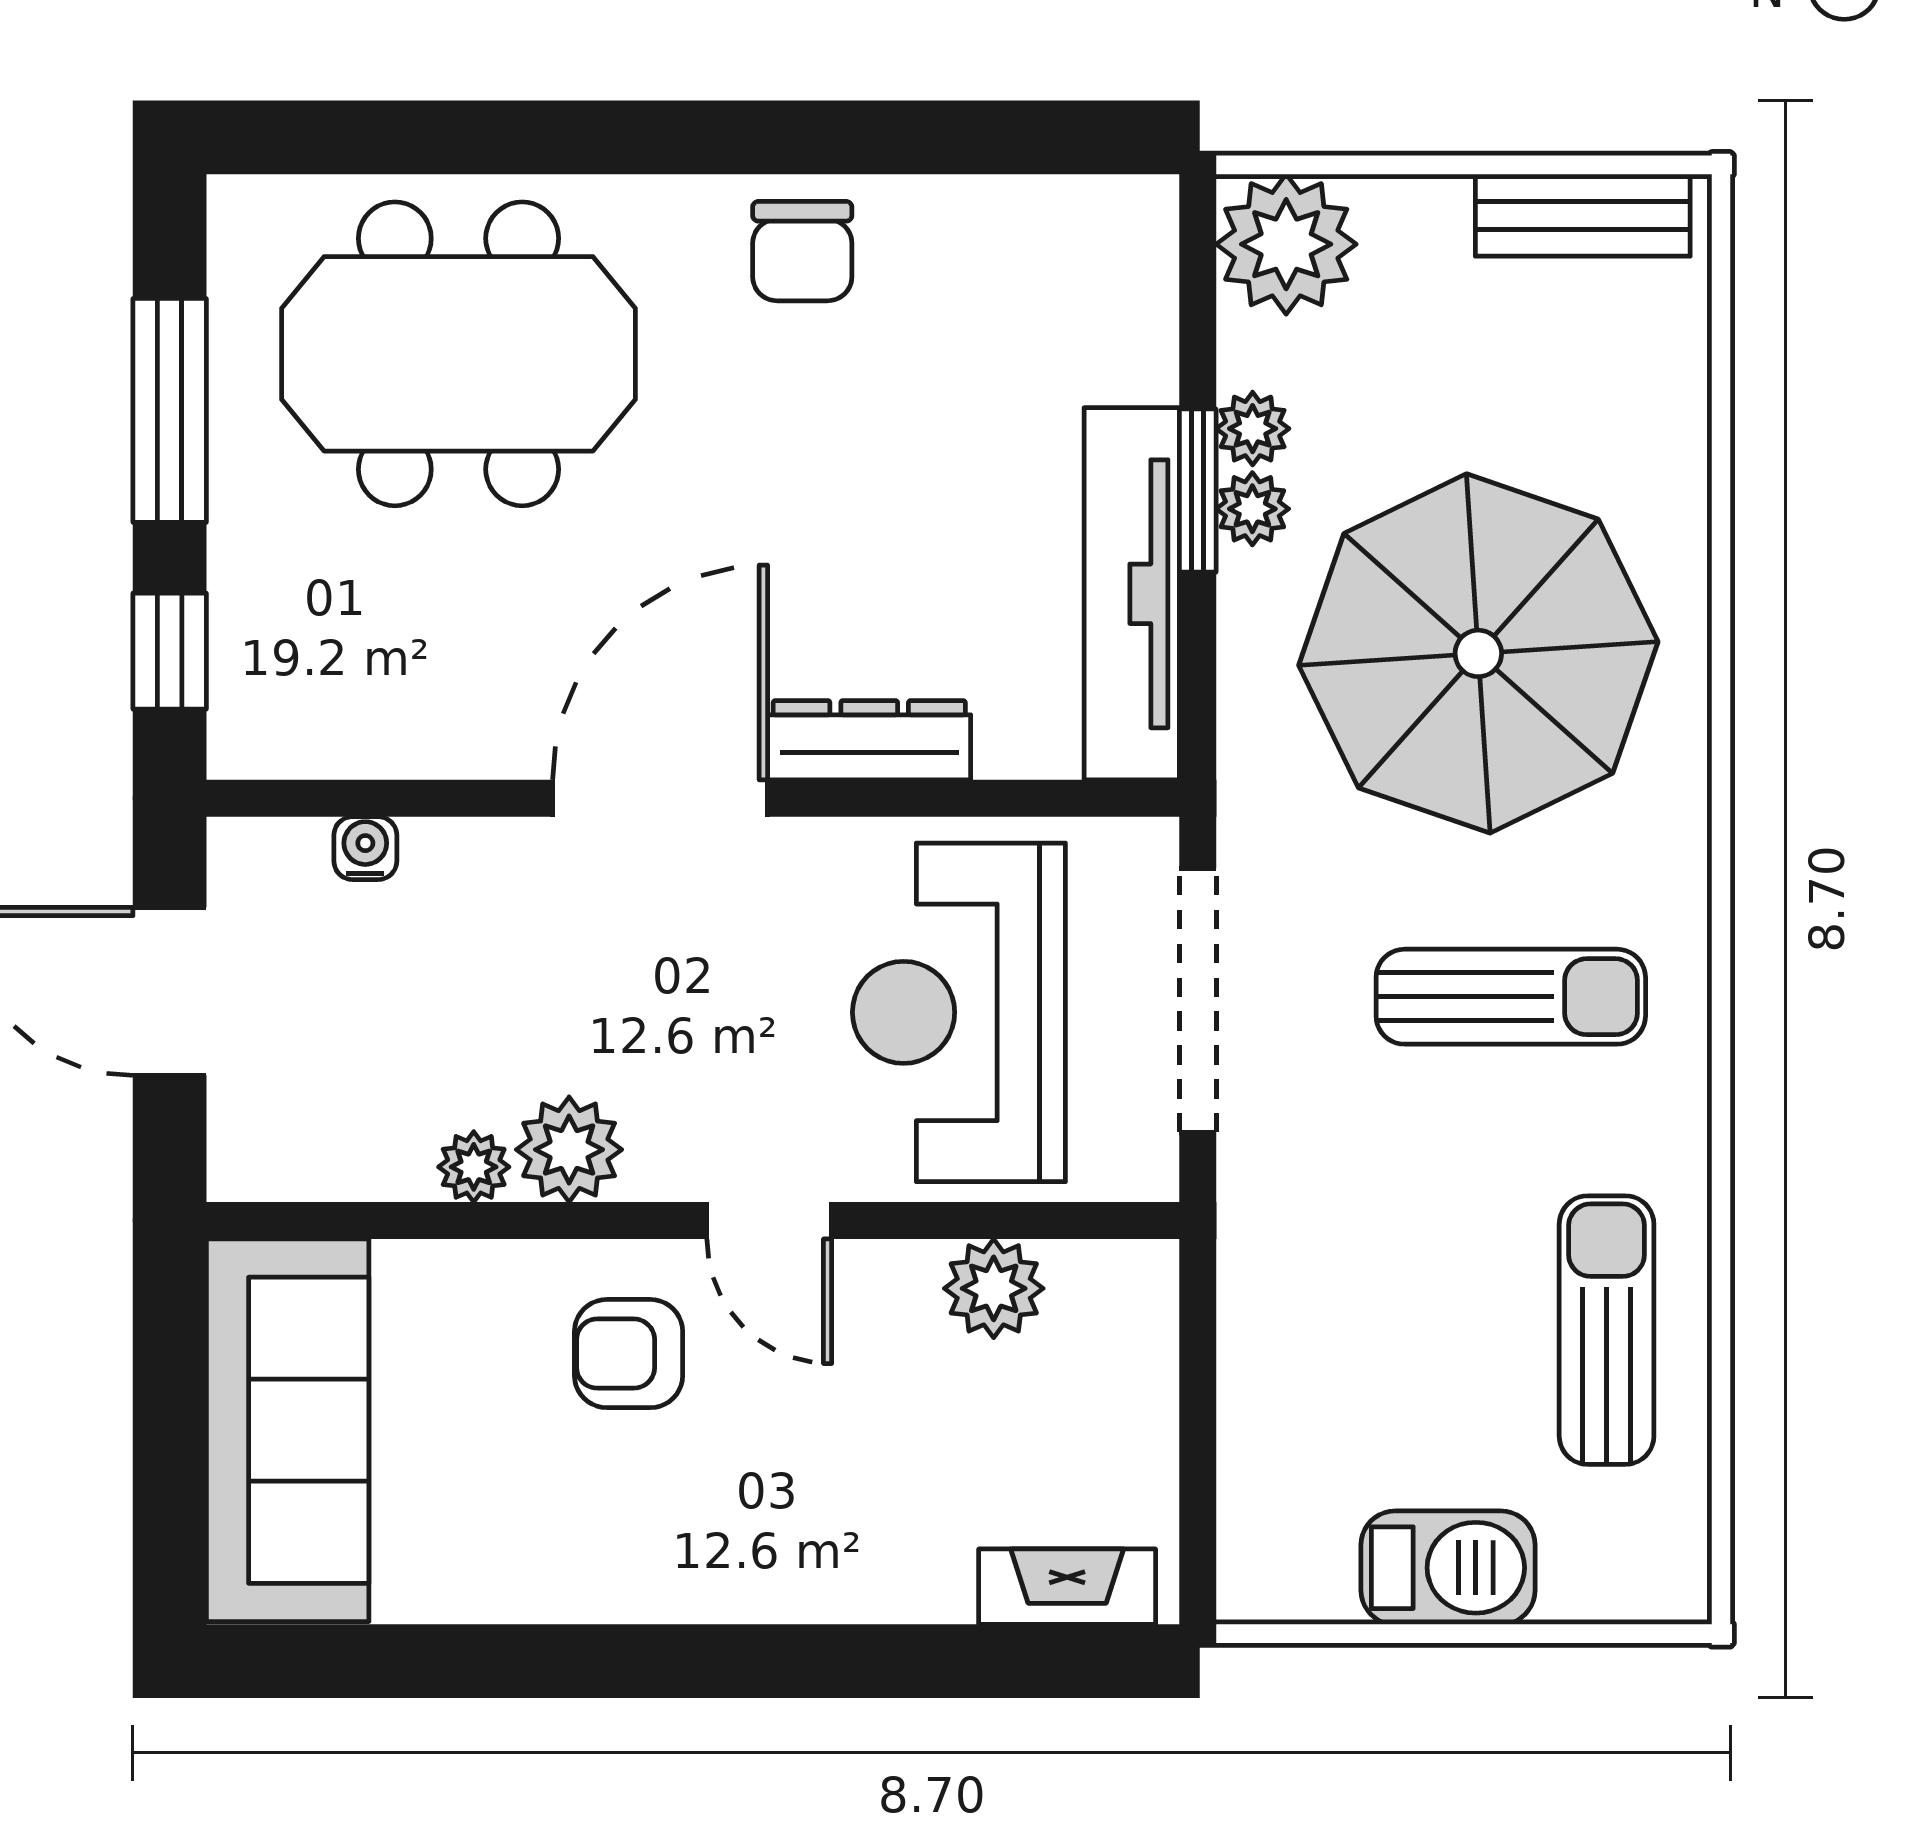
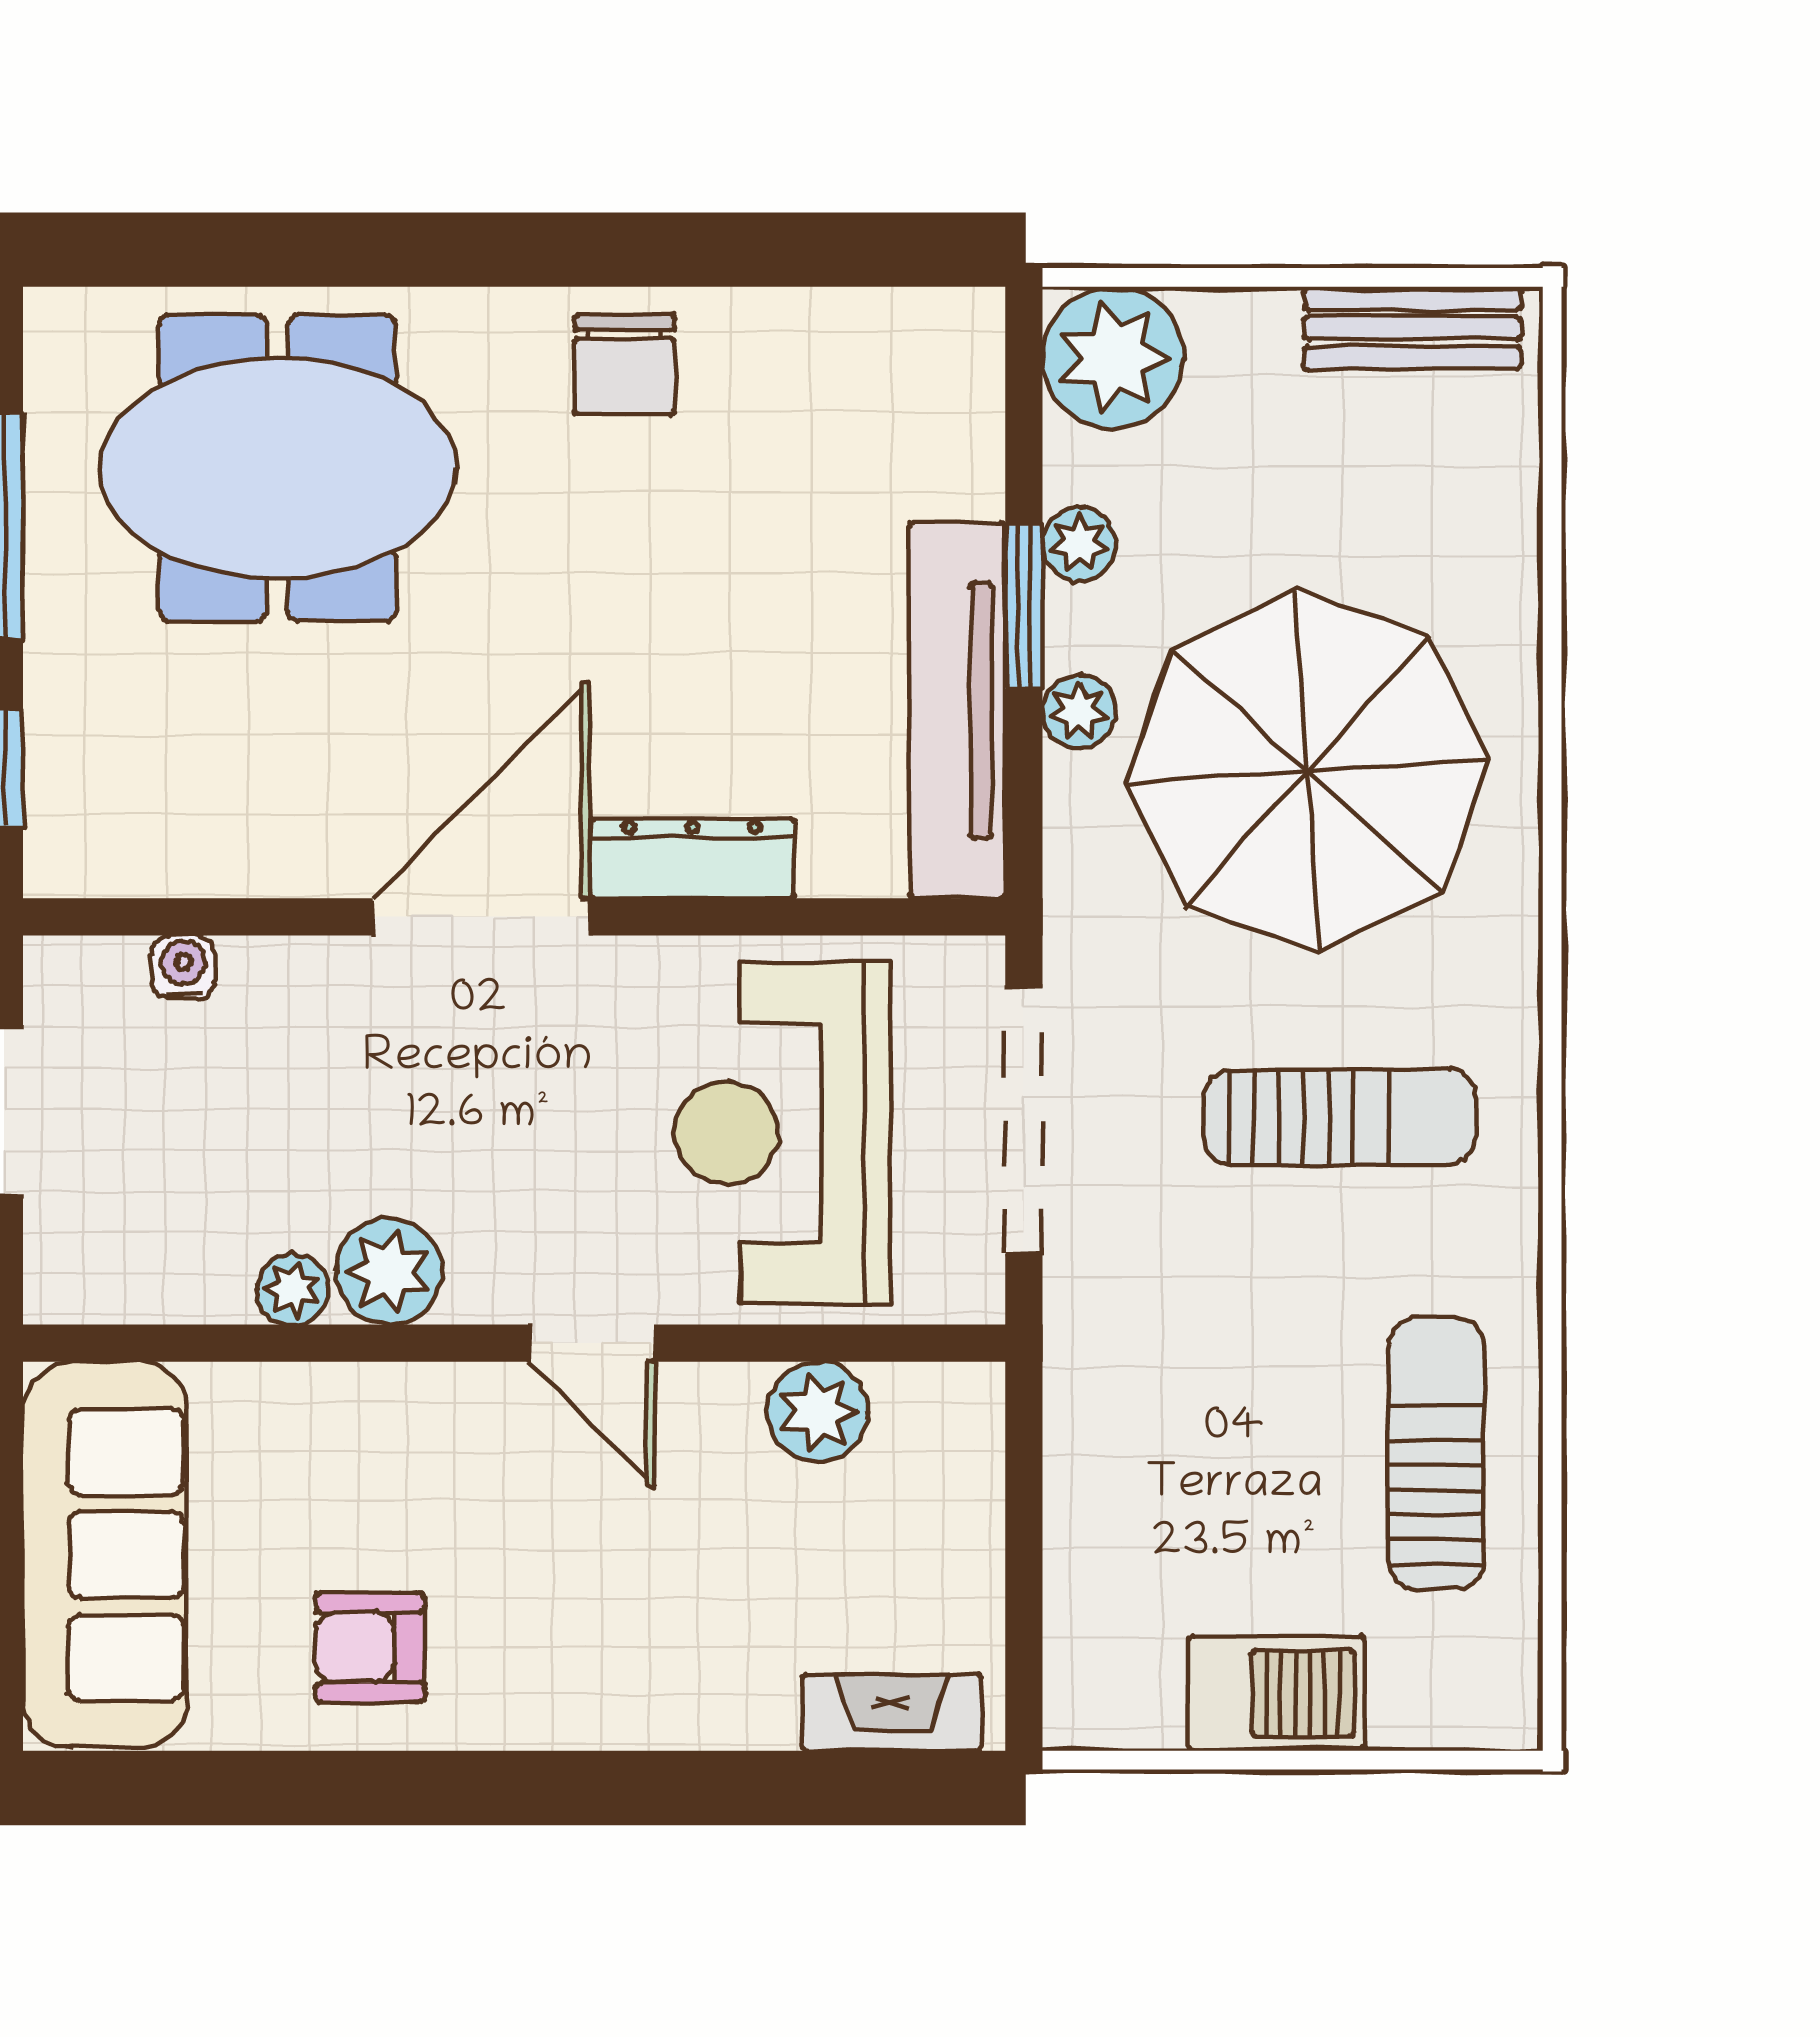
plant: (1252, 509) -> (1079, 712), moved
armchair: (629, 1354) -> (370, 1647), moved

